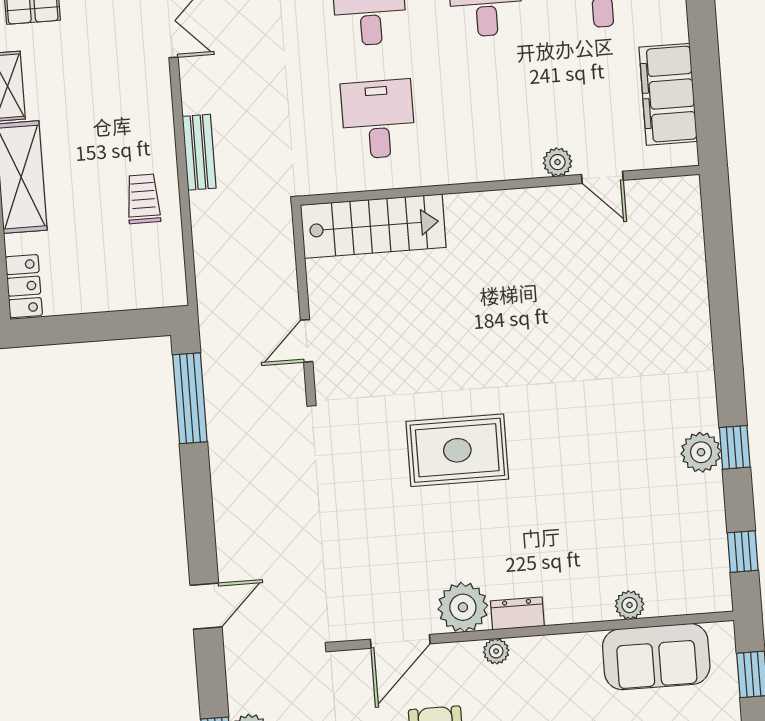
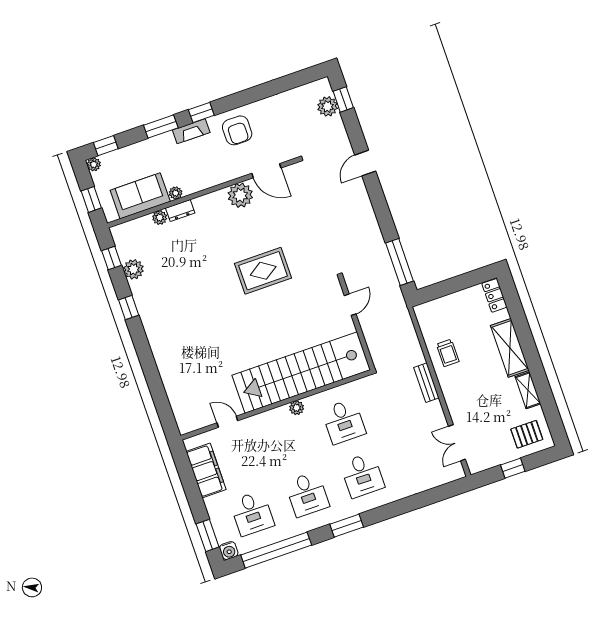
plant: (558, 162) -> (297, 408), moved
stairs: (373, 226) -> (301, 373), width x1.86, depth x1.51
plant: (701, 452) -> (133, 269), moved
dresser: (517, 614) -> (180, 210), moved
door: (400, 641) -> (266, 171), swing flipped
plant: (496, 651) -> (176, 193), moved

